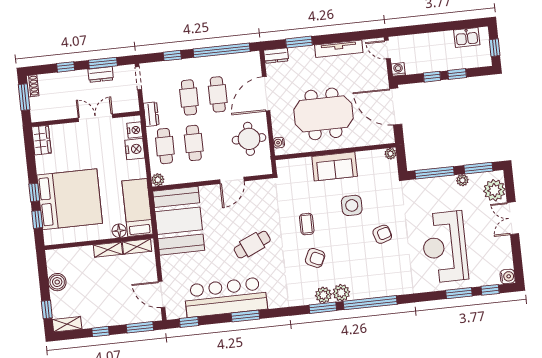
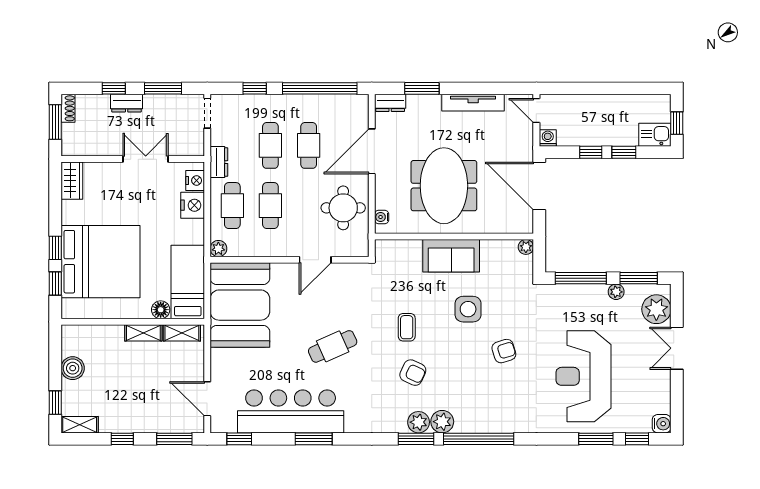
kitchen sink: (467, 37) -> (655, 135), moved, turned 180
dresser: (101, 74) -> (127, 103), moved
meeting table: (323, 114) -> (444, 186), turned 90

